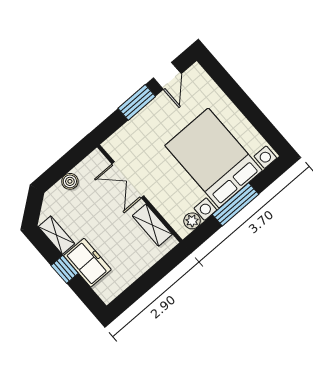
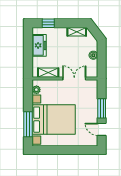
window: (235, 204) -> (28, 124), moved
freezer: (87, 263) -> (39, 45), moved, turned -90
window: (65, 269) -> (48, 23), moved

